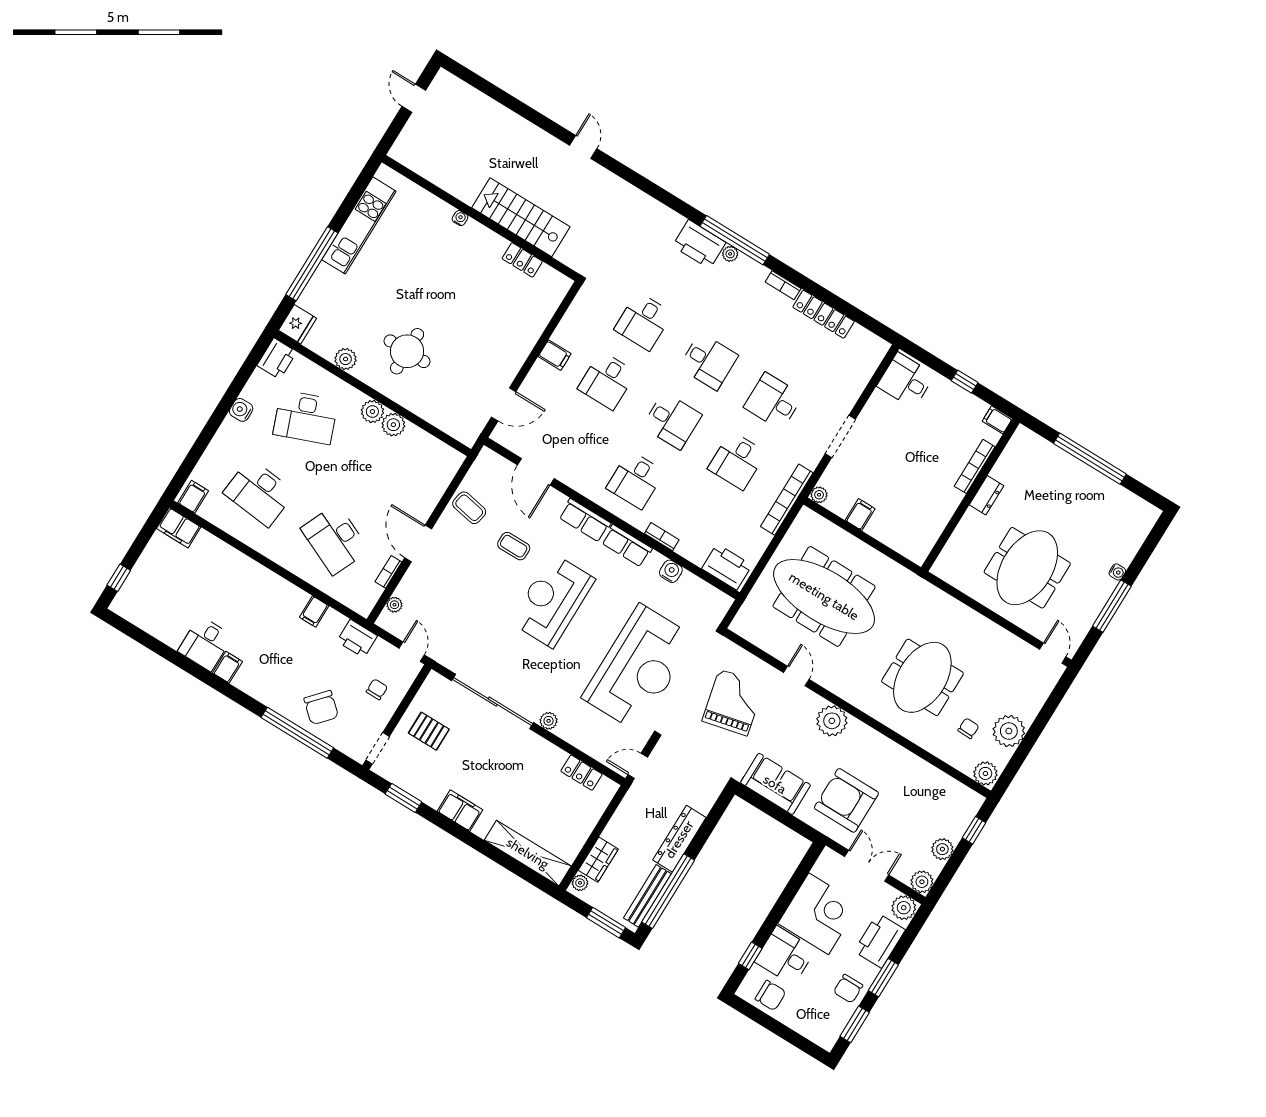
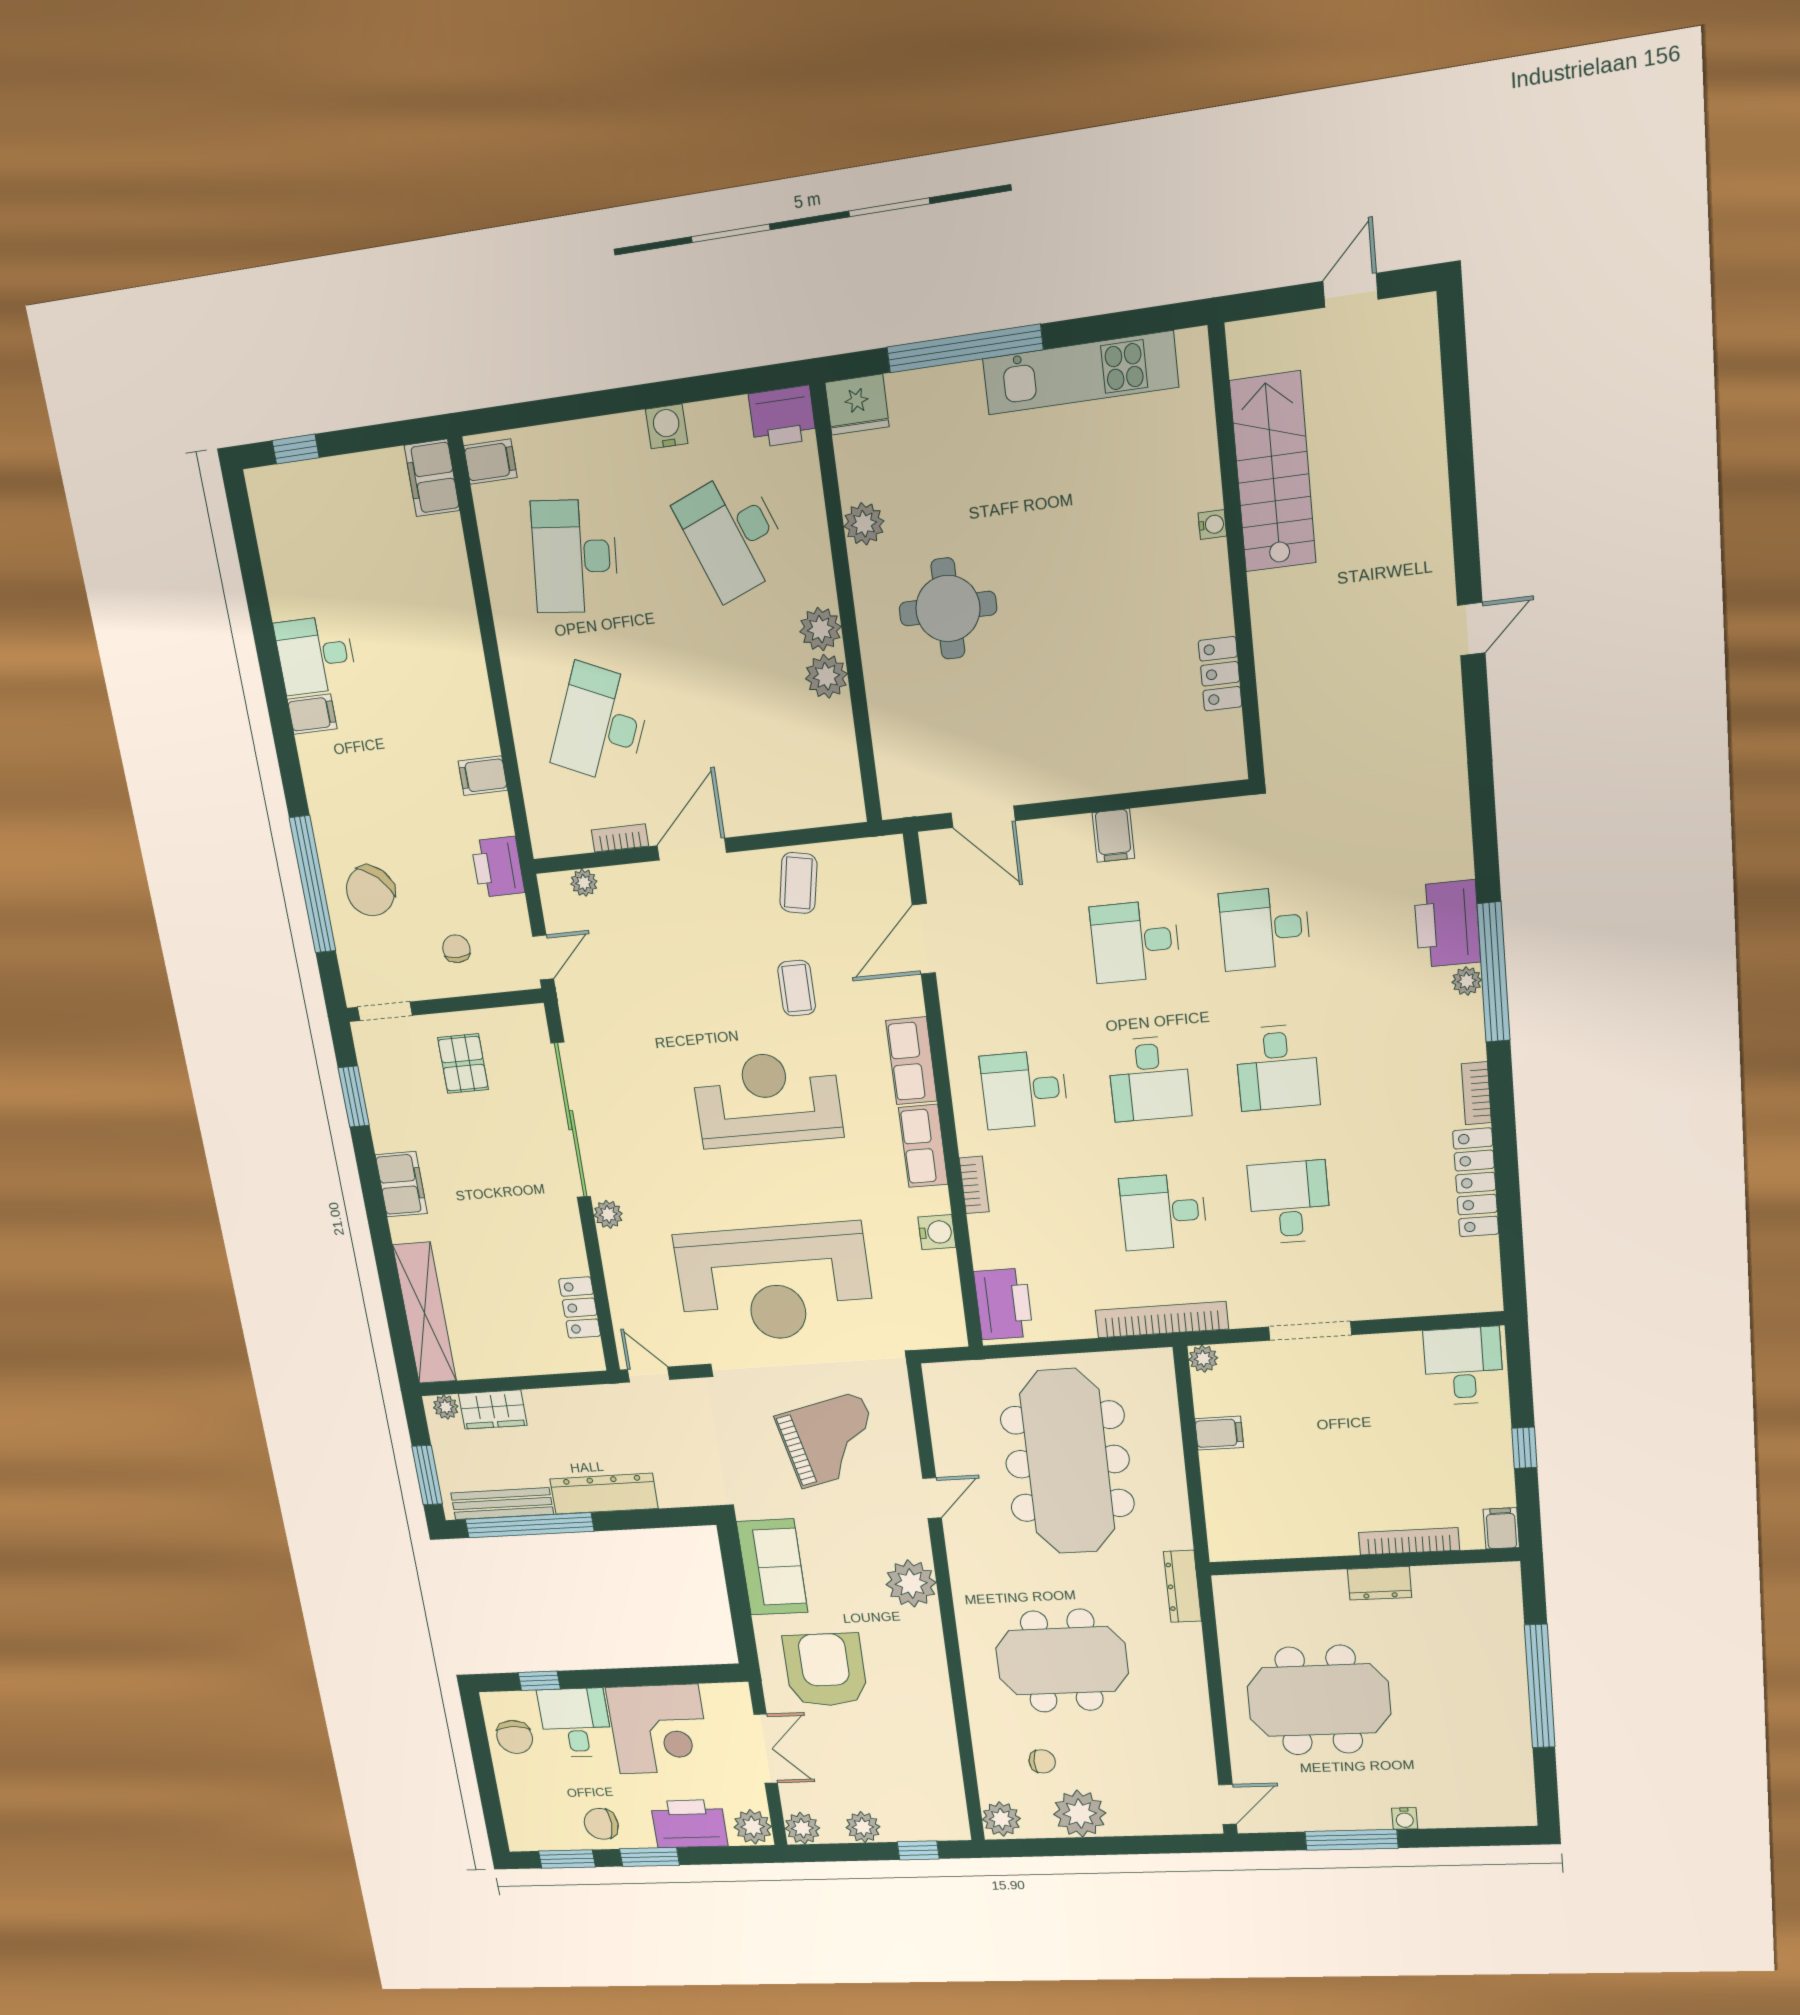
stairs: (521, 217) -> (1273, 472), moved
dresser: (924, 589) -> (1182, 1586), added
chair: (377, 689) -> (456, 949), turned -90

